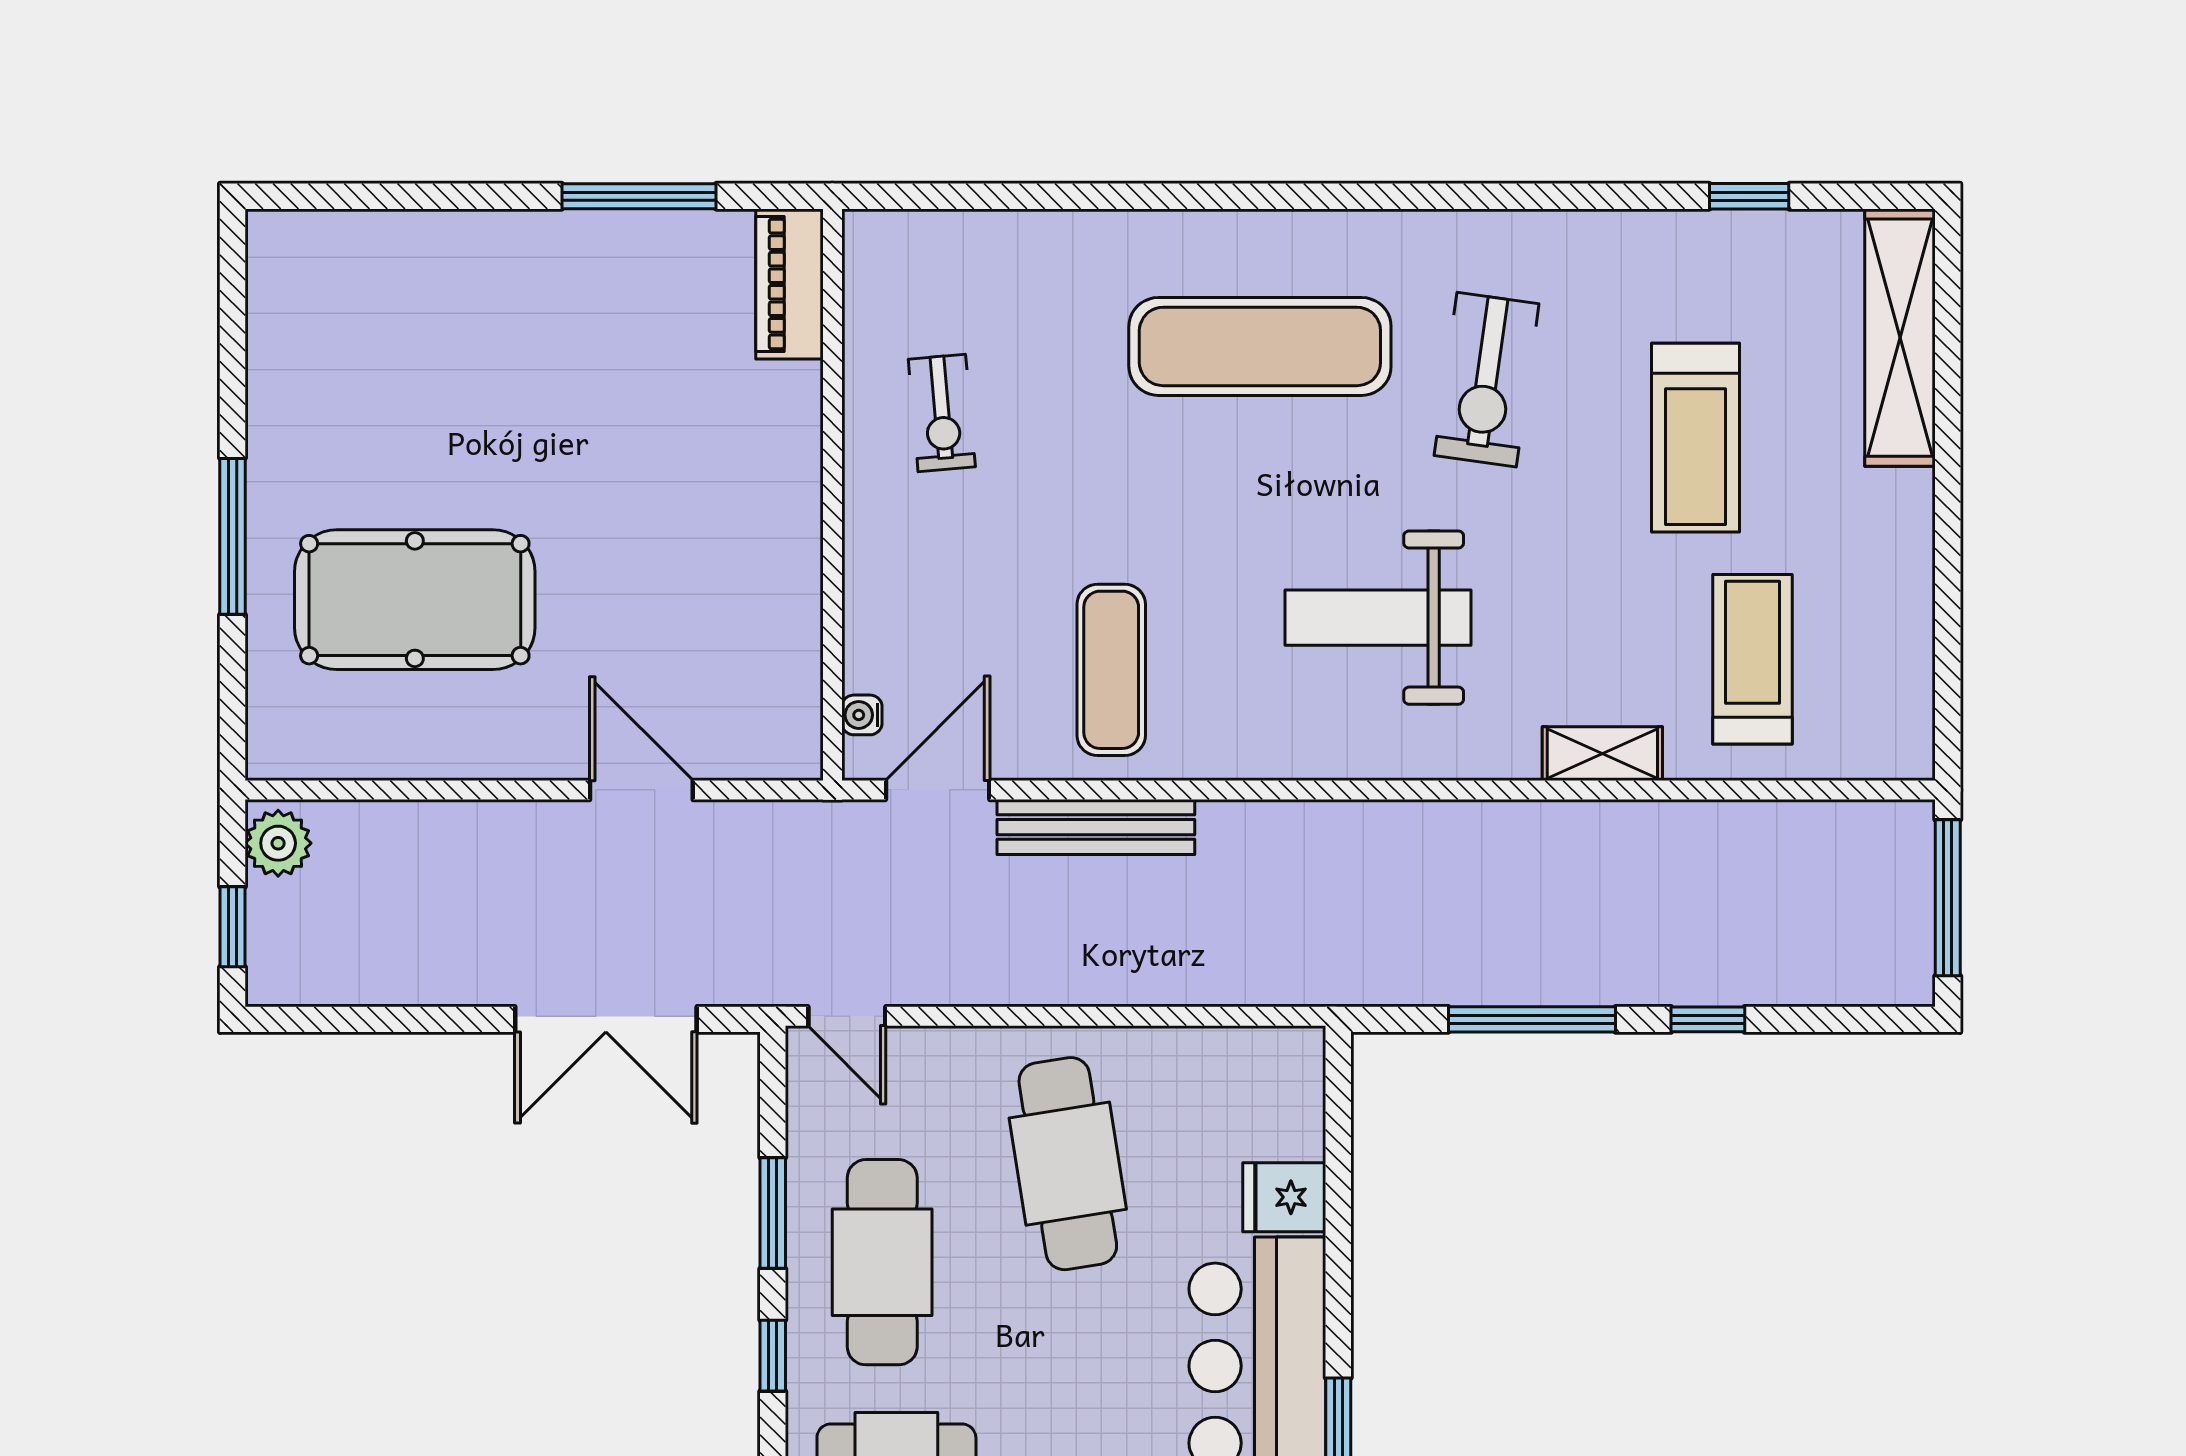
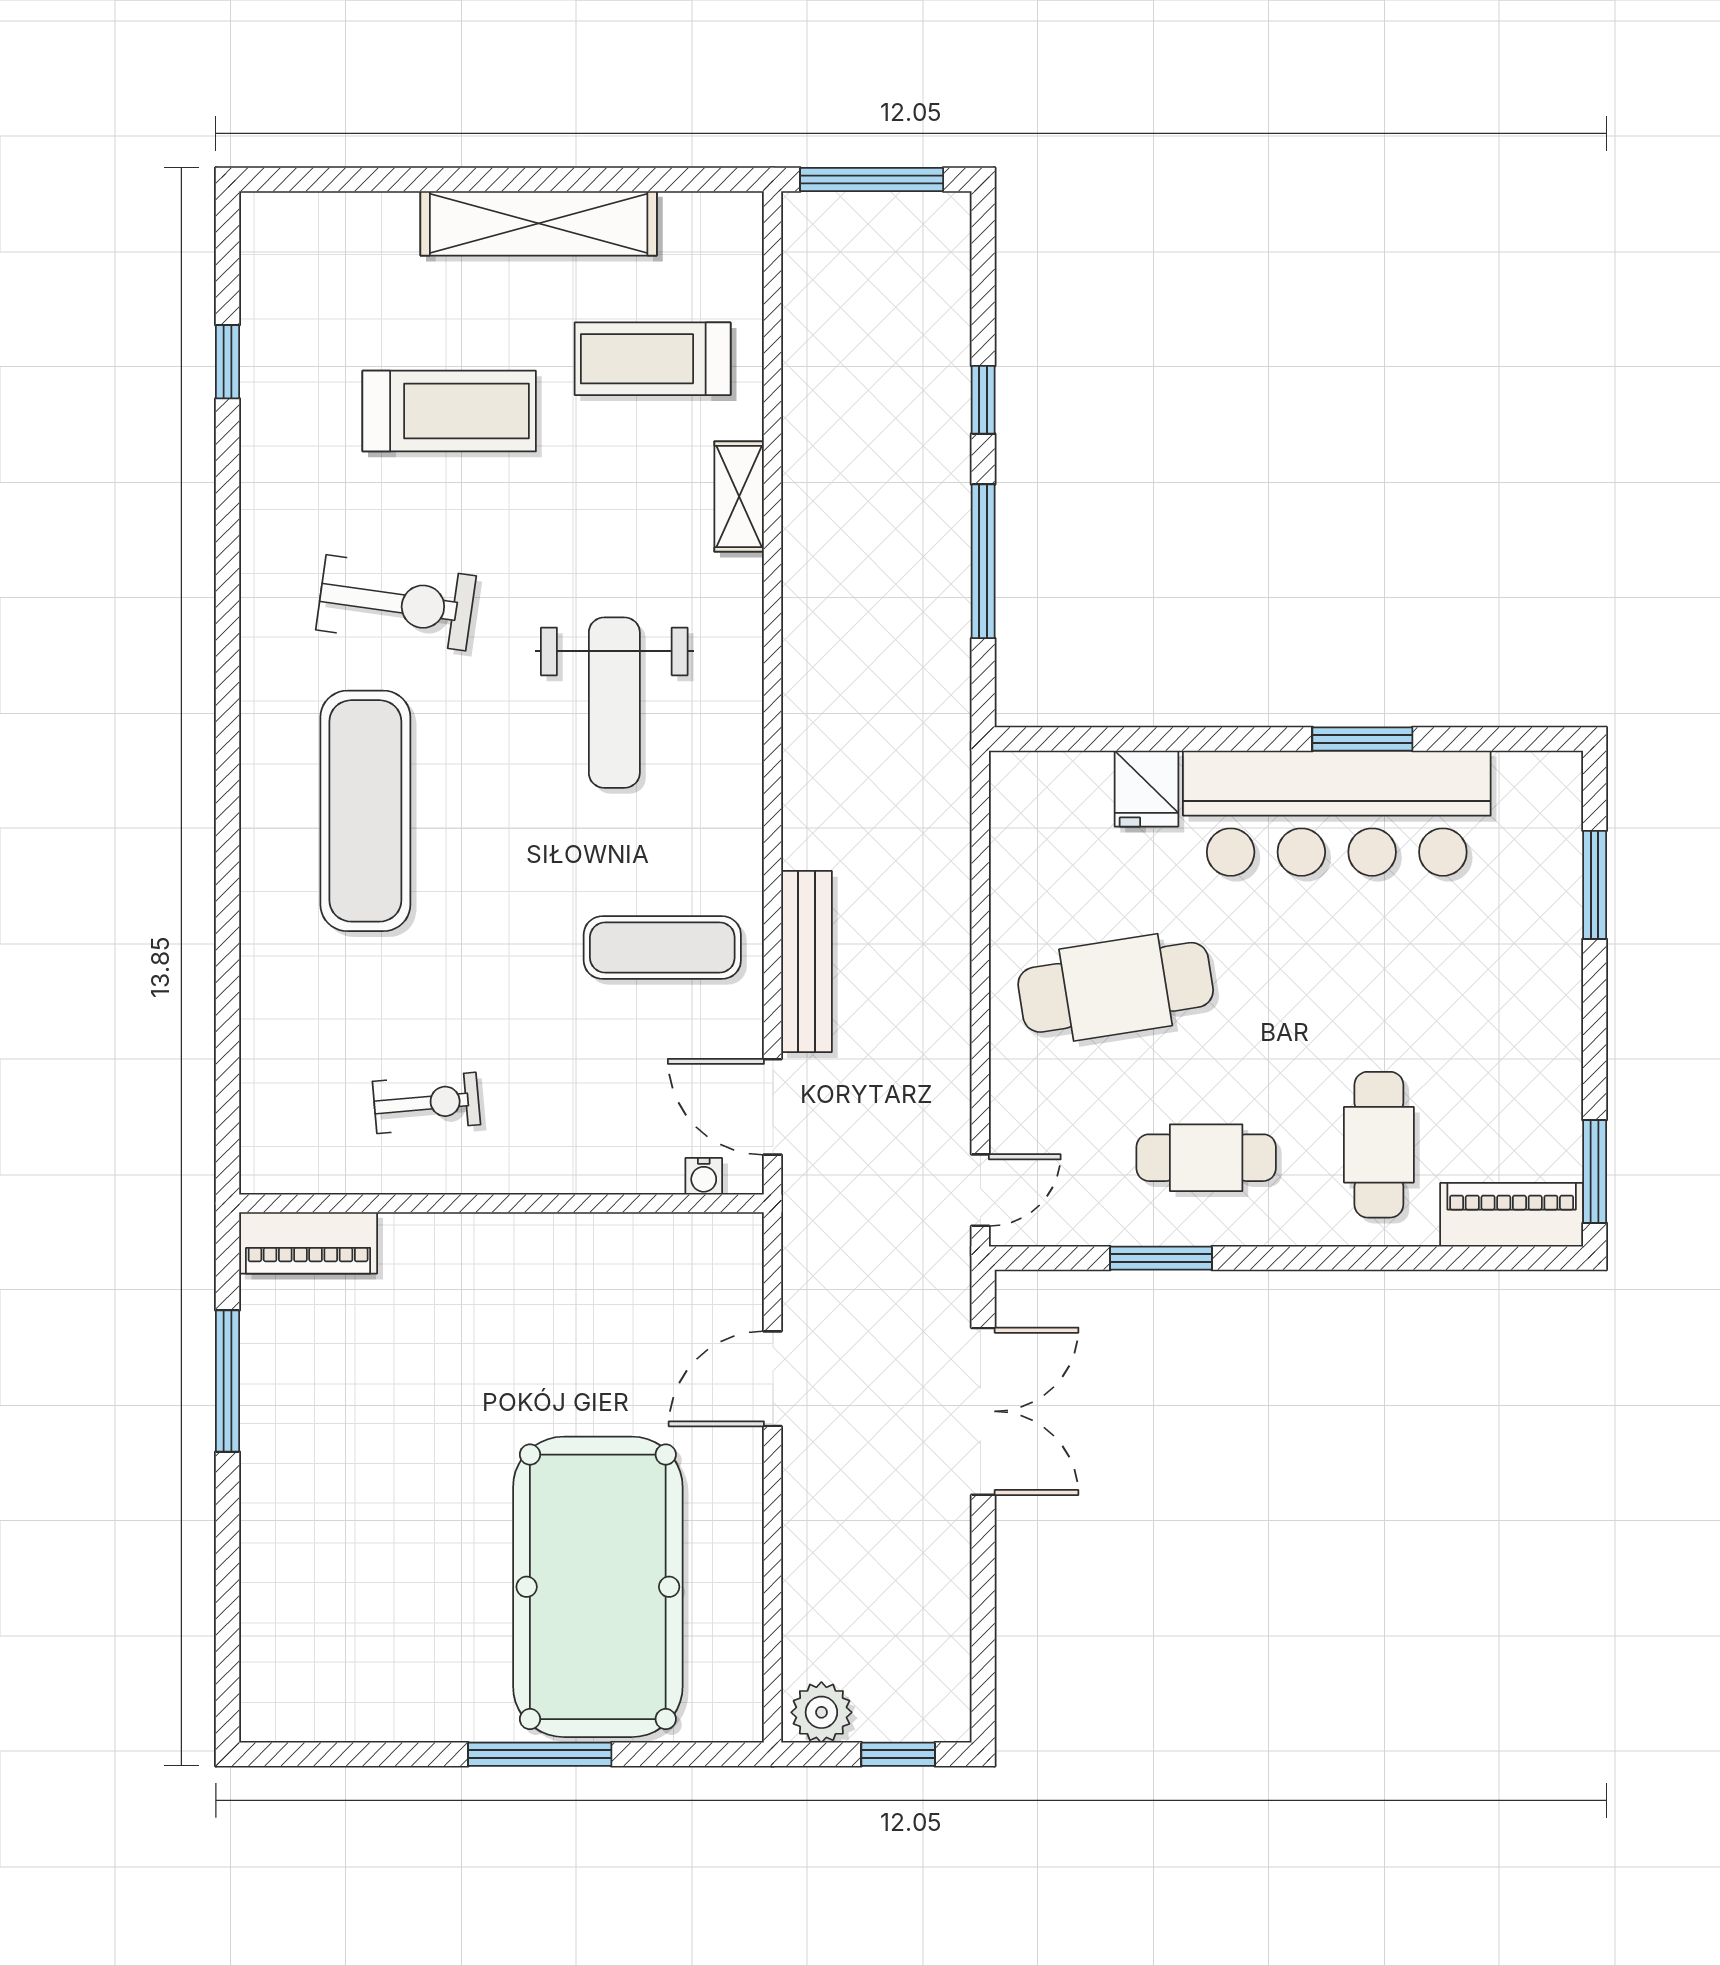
shelving: (1900, 338) -> (539, 223), moved
pool table: (415, 600) -> (598, 1587), width x1.36, depth x1.32
cafe table: (882, 1262) -> (1206, 1158), width x0.73, depth x0.74
window: (773, 1356) -> (1292, 1258), removed

